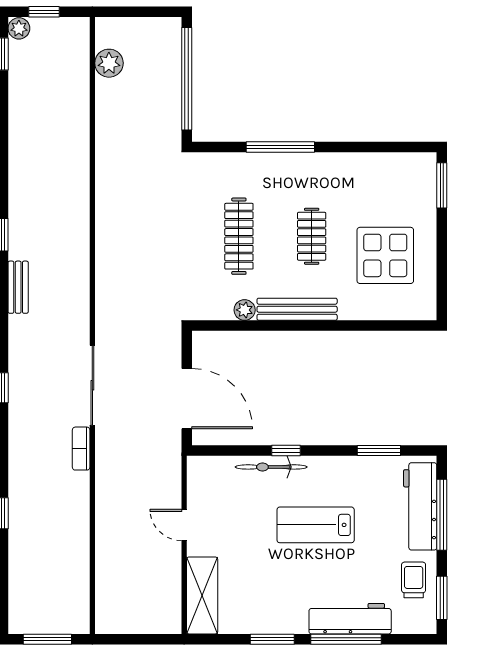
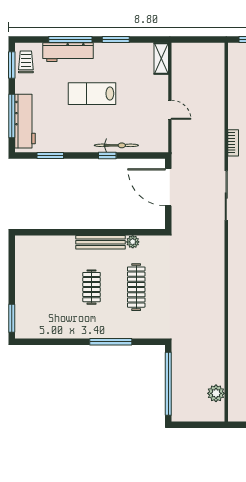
display table: (385, 255) -> (46, 275), removed
bookcase: (81, 449) -> (233, 143), moved
lab bench: (316, 525) -> (92, 94), moved, turned 180
trolley: (414, 580) -> (26, 62), moved, turned 180
shelving: (202, 595) -> (161, 59), width x0.67, depth x0.75

